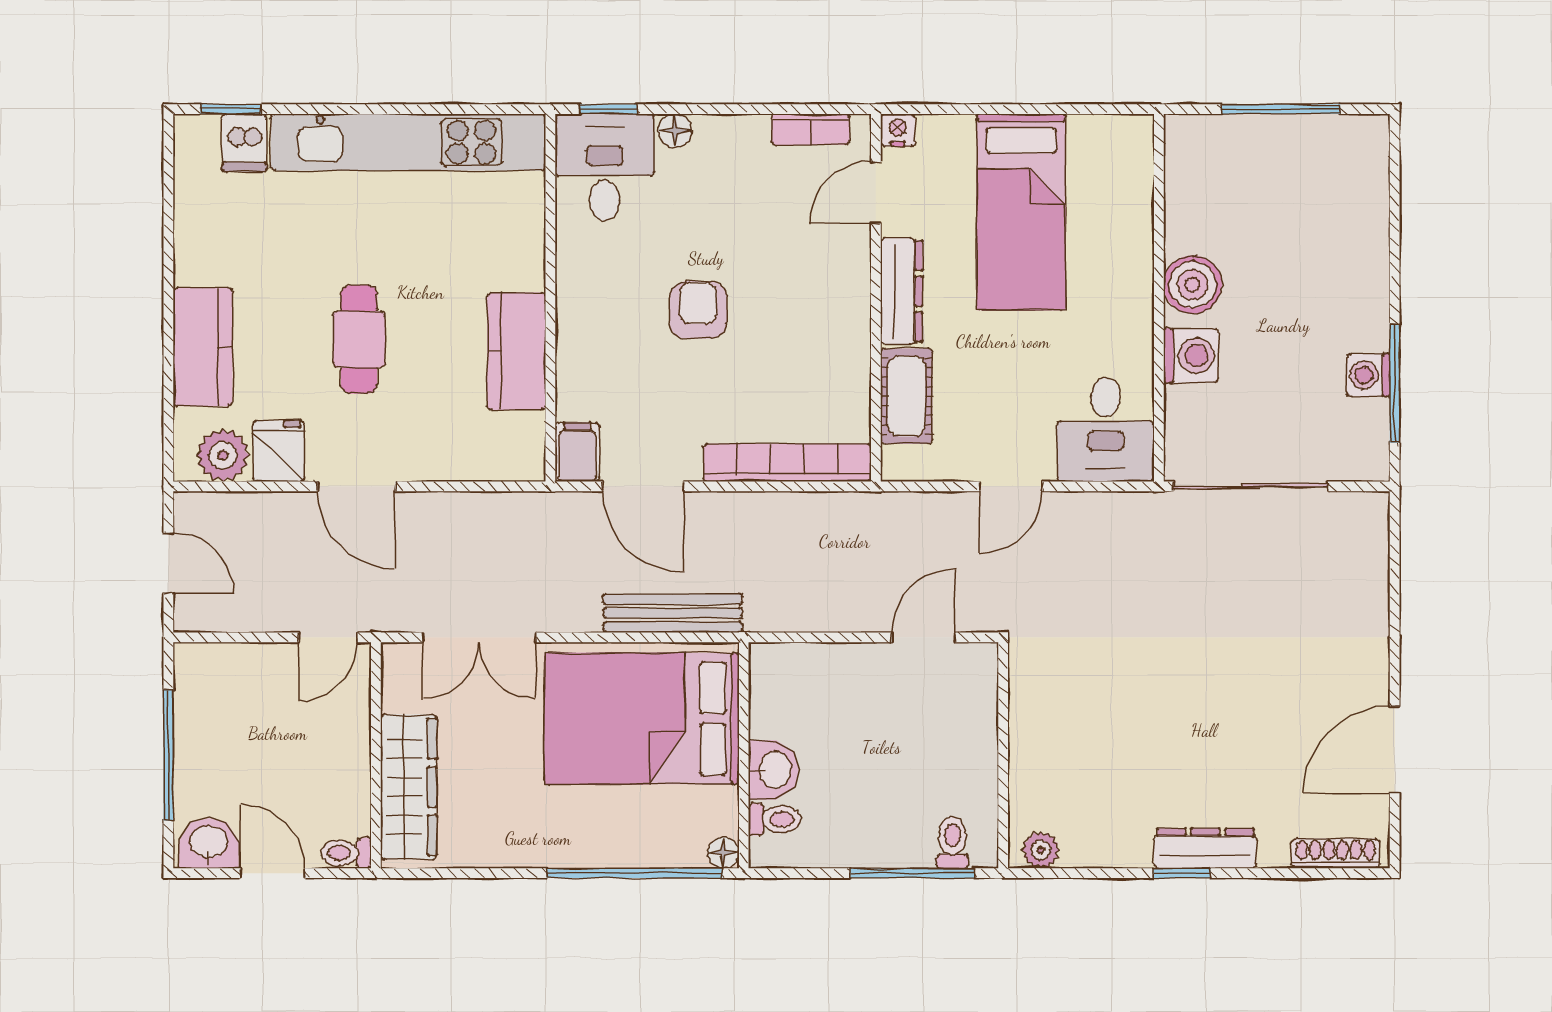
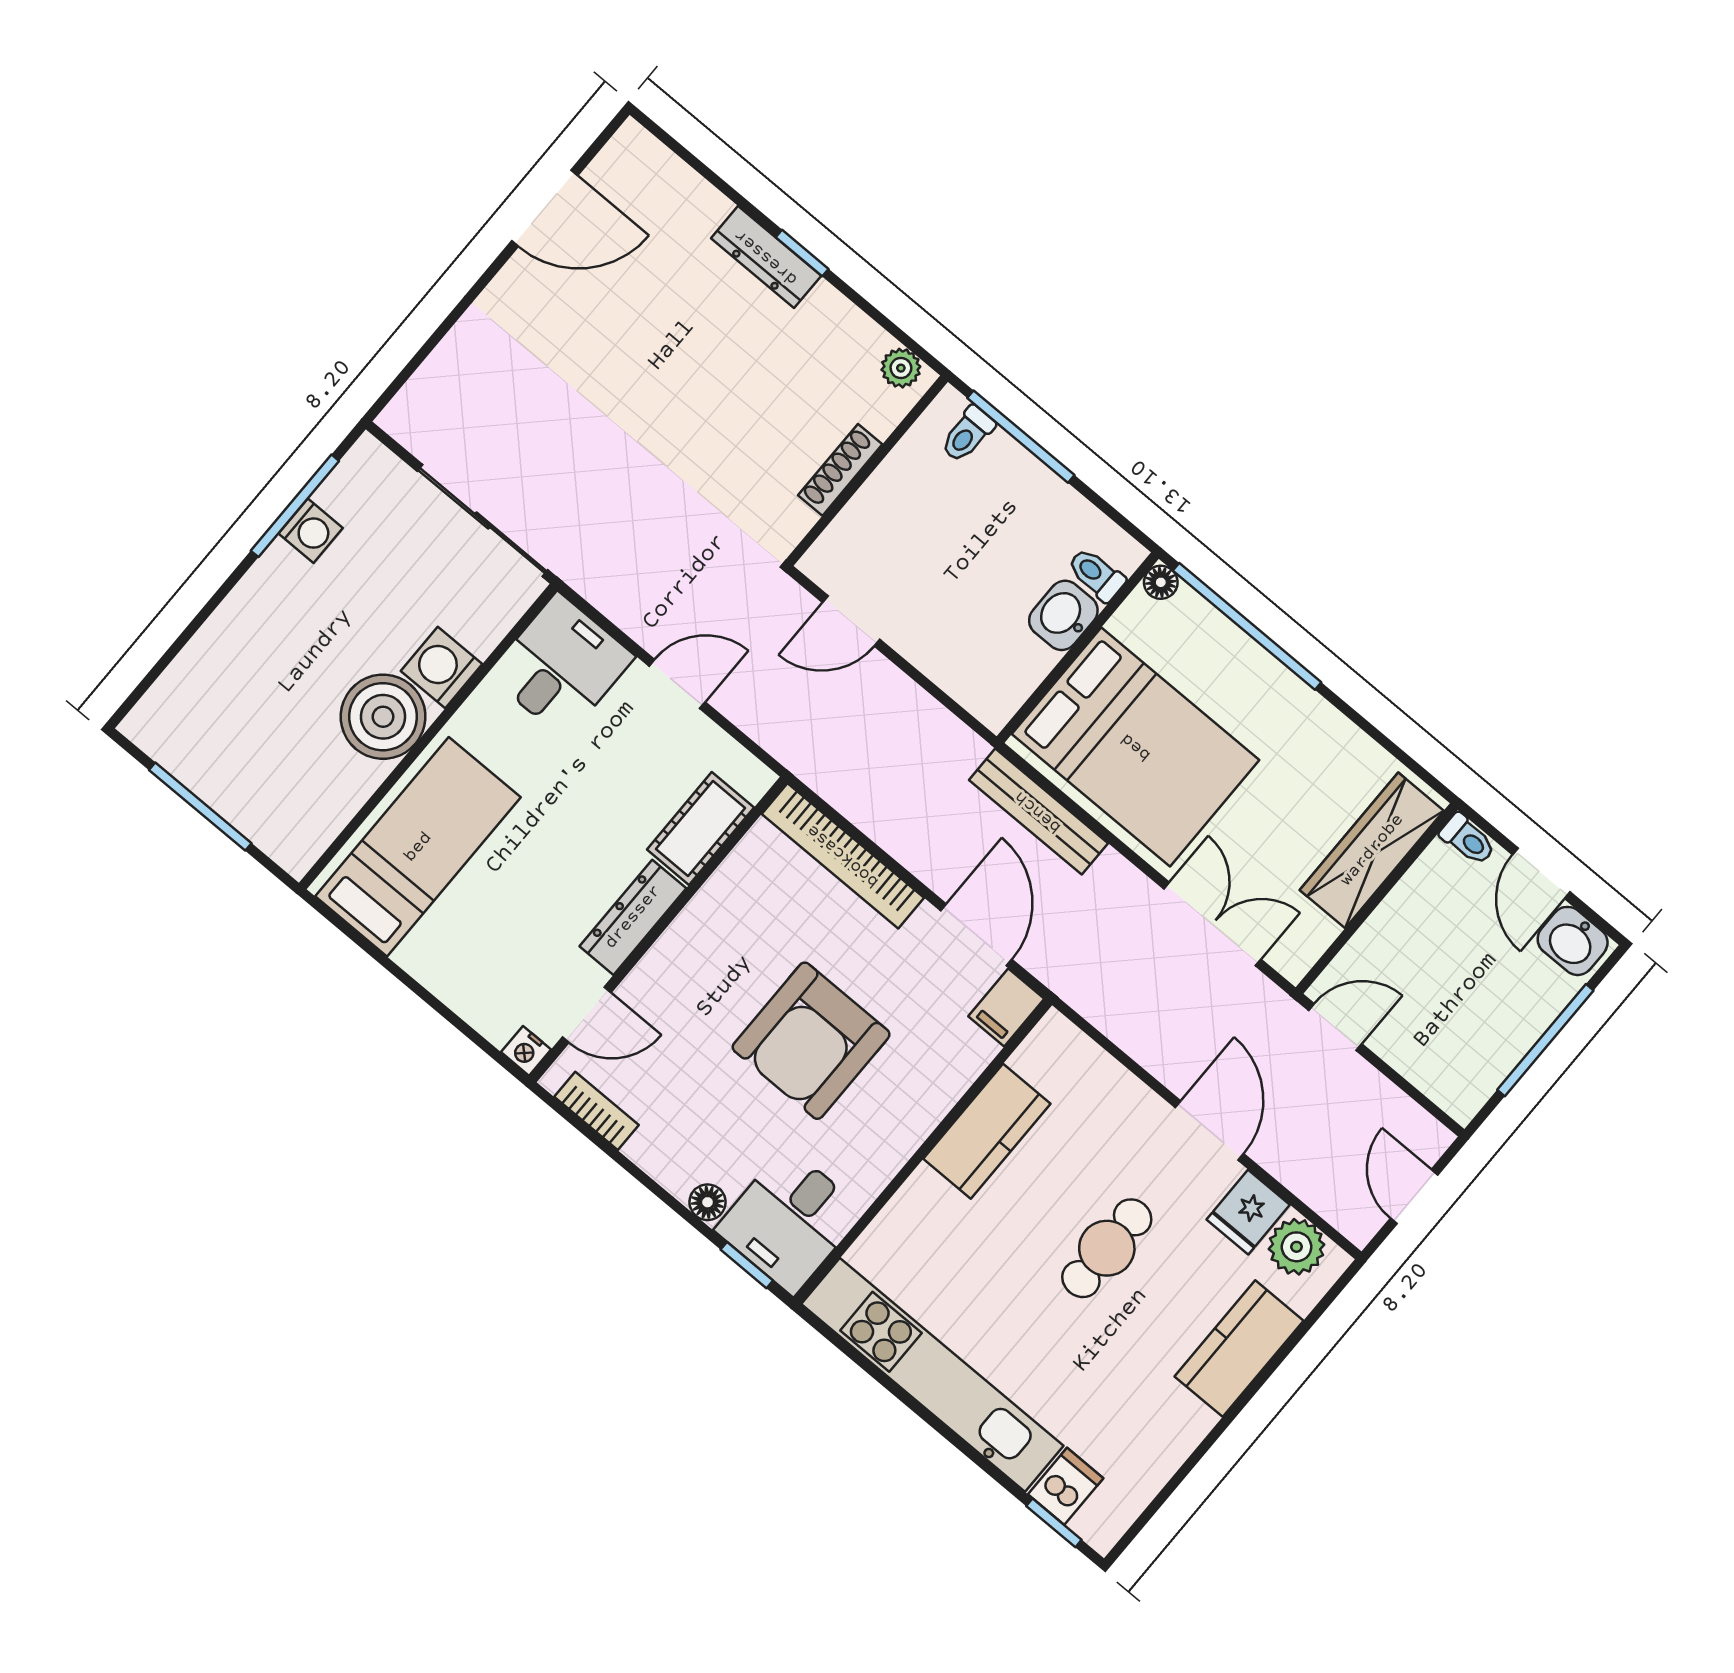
bed: (1021, 212) -> (418, 847), moved
boiler: (1193, 285) -> (383, 717), width x1.37, depth x1.37
armchair: (698, 310) -> (811, 1041), width x1.88, depth x1.88
shoe rack: (1336, 853) -> (840, 470), moved, turned 90

